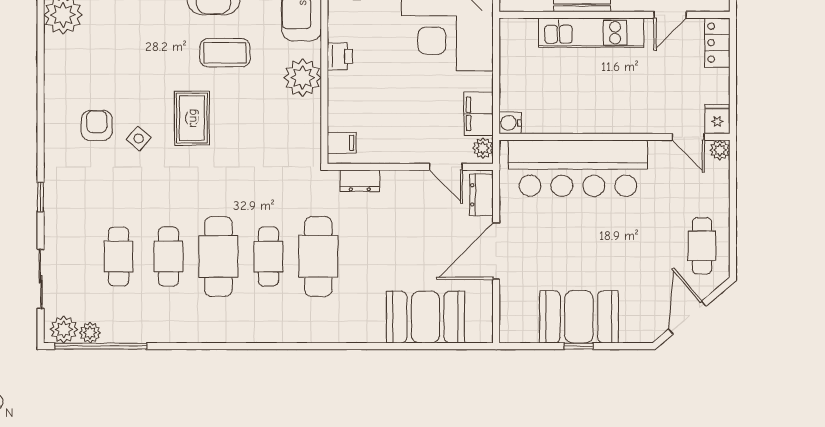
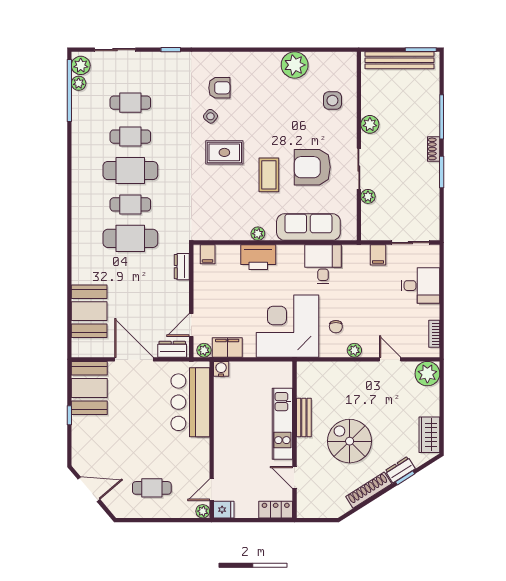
printer: (340, 56) -> (258, 257), width x1.87, depth x1.48
plant: (303, 78) -> (258, 234), width x0.53, depth x0.53
bar counter: (578, 168) -> (190, 402), width x0.73
cafe table: (702, 246) -> (152, 488), moved
booth: (579, 317) -> (89, 388), moved

